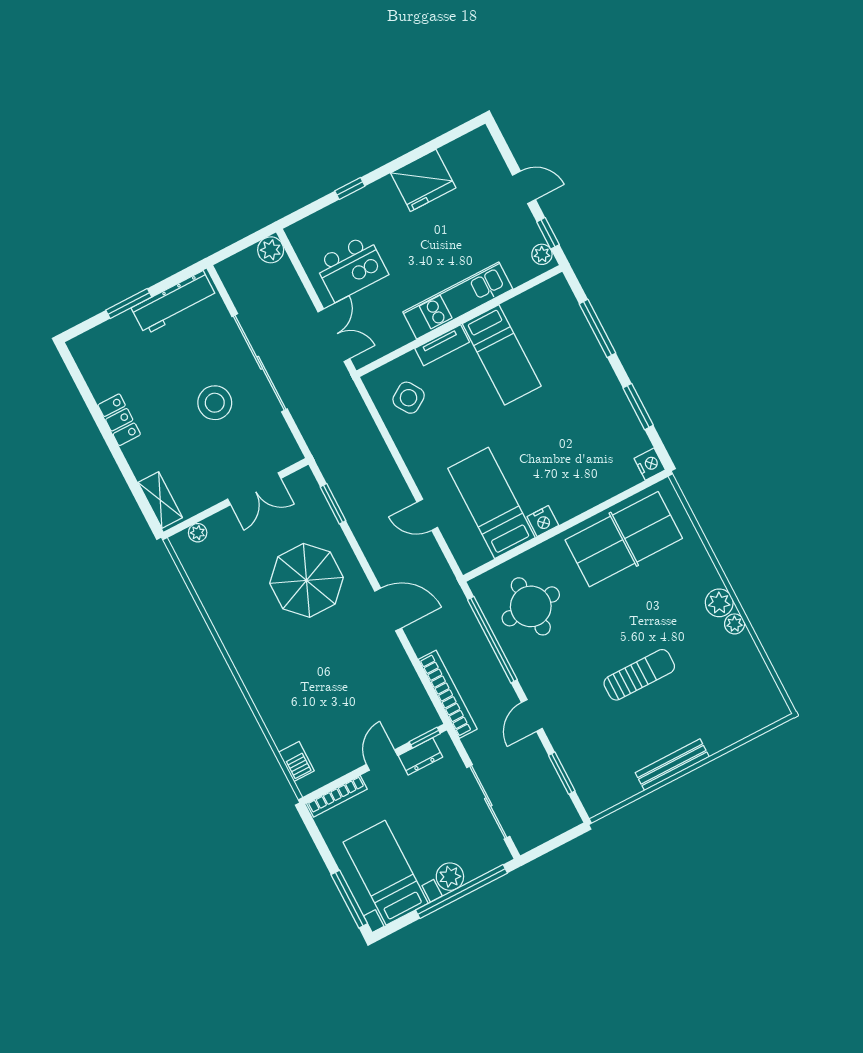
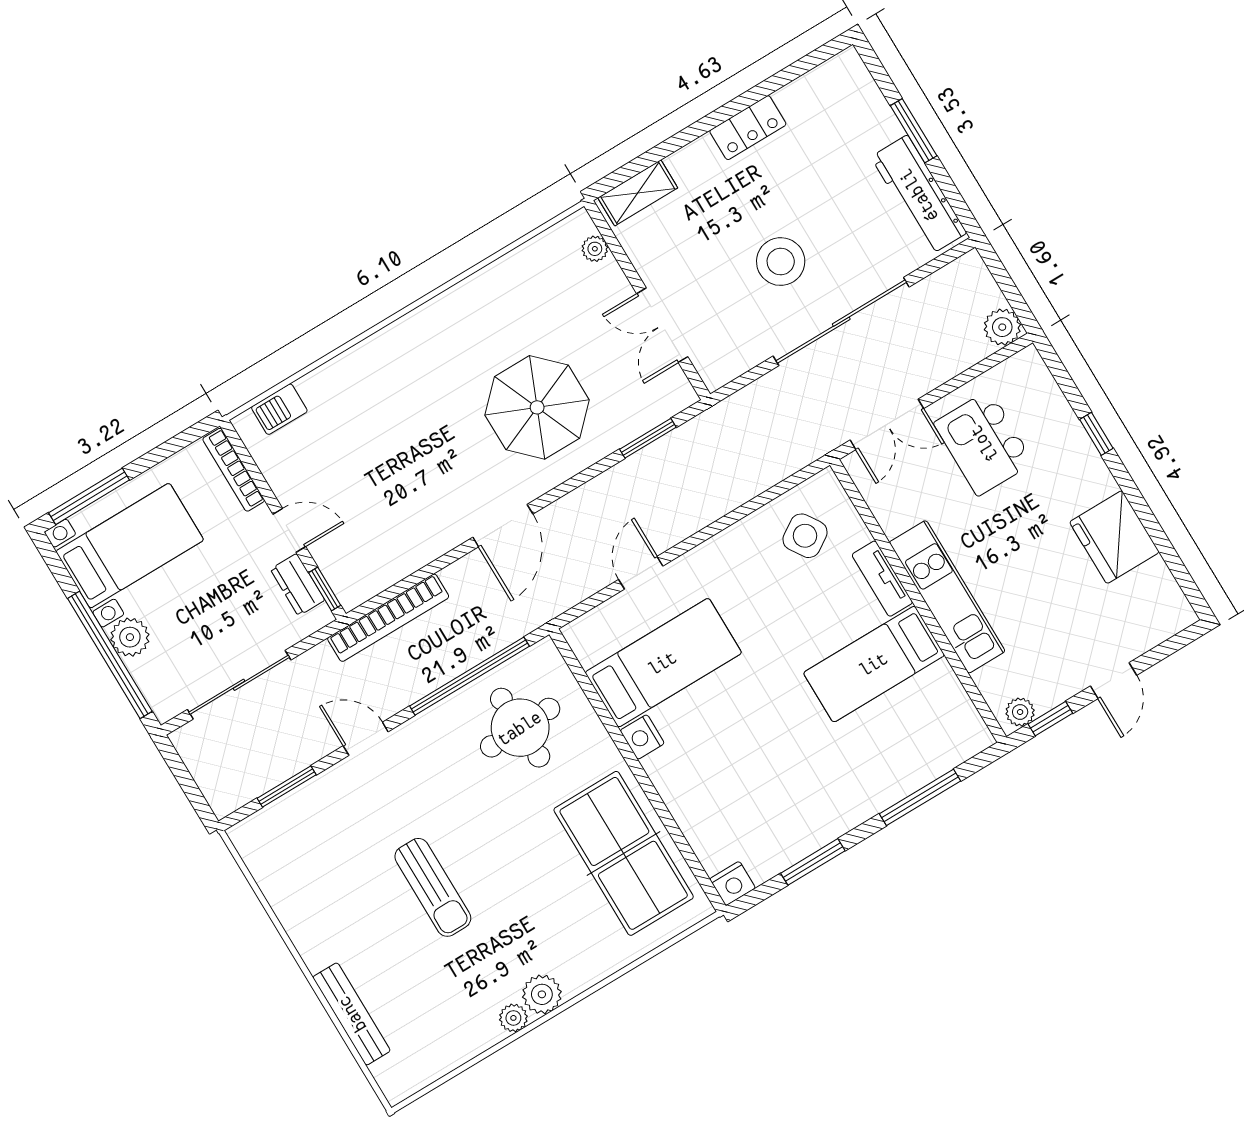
bench: (672, 765) -> (352, 1014), moved

